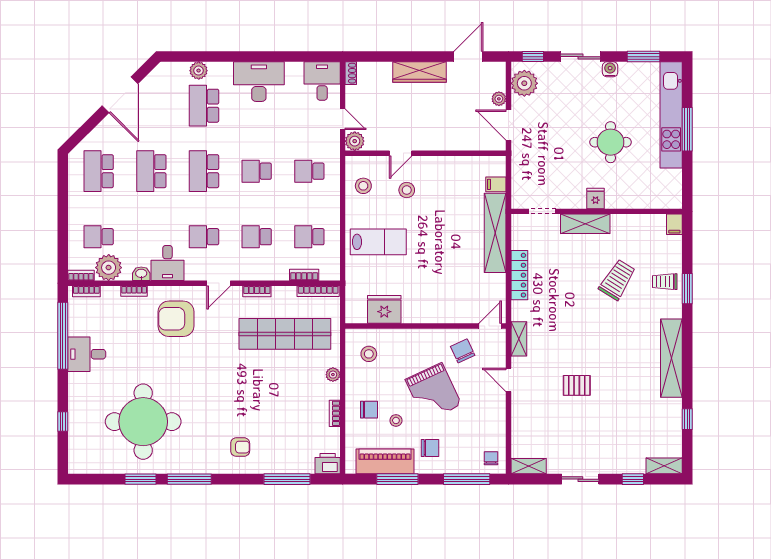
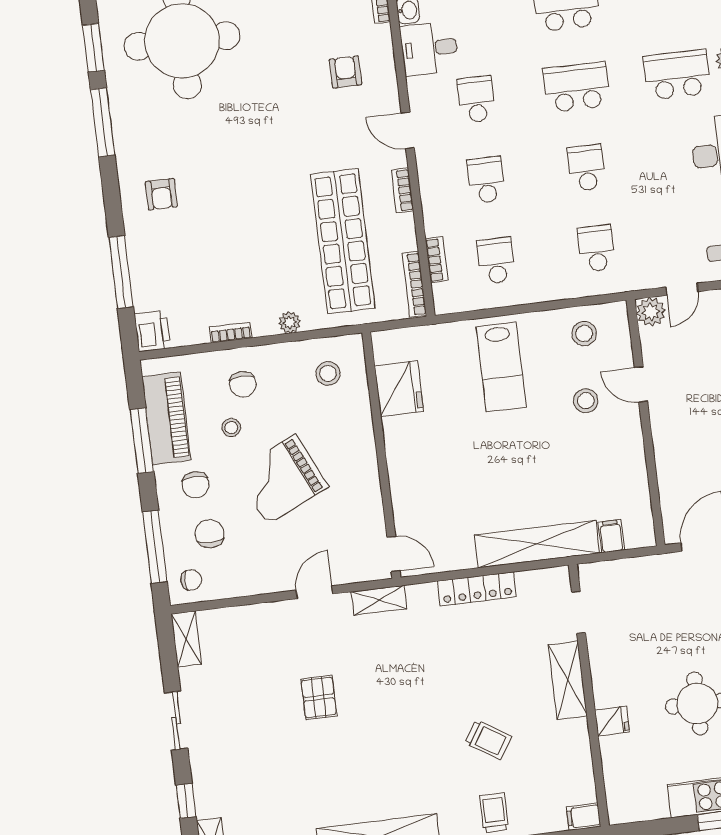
fridge: (595, 199) -> (612, 721), moved
trolley: (617, 280) -> (488, 740), width x0.73, depth x0.72
armchair: (176, 319) -> (346, 72), width x0.53, depth x0.53
chair: (463, 351) -> (210, 534), moved, turned -65

